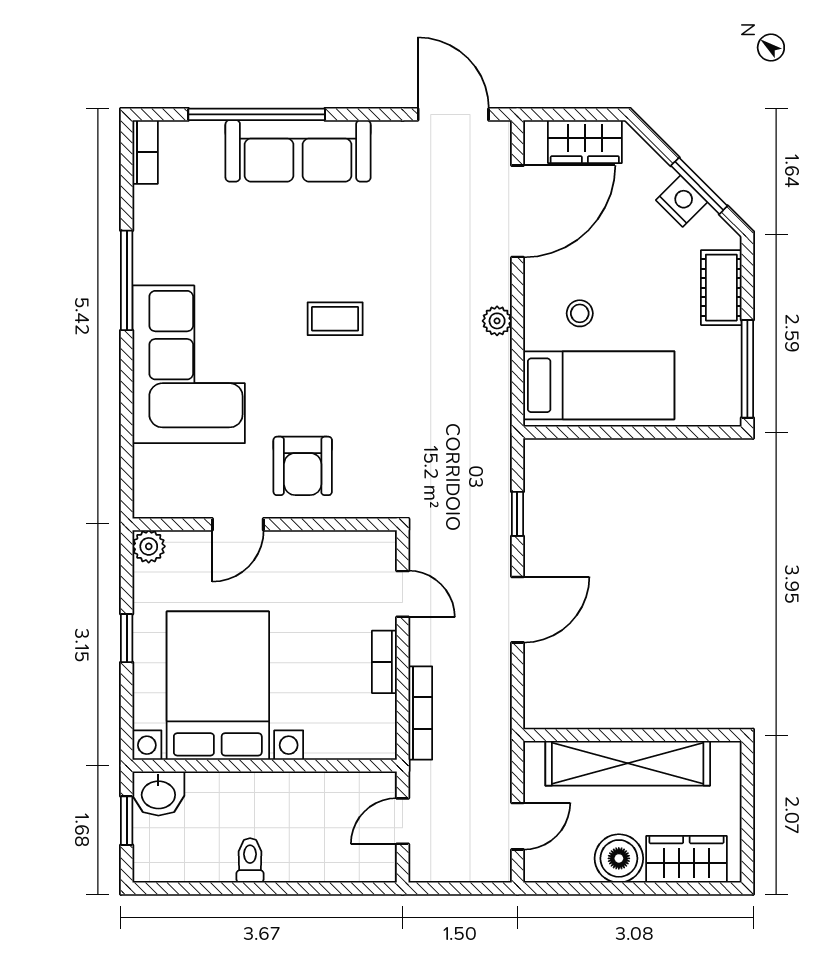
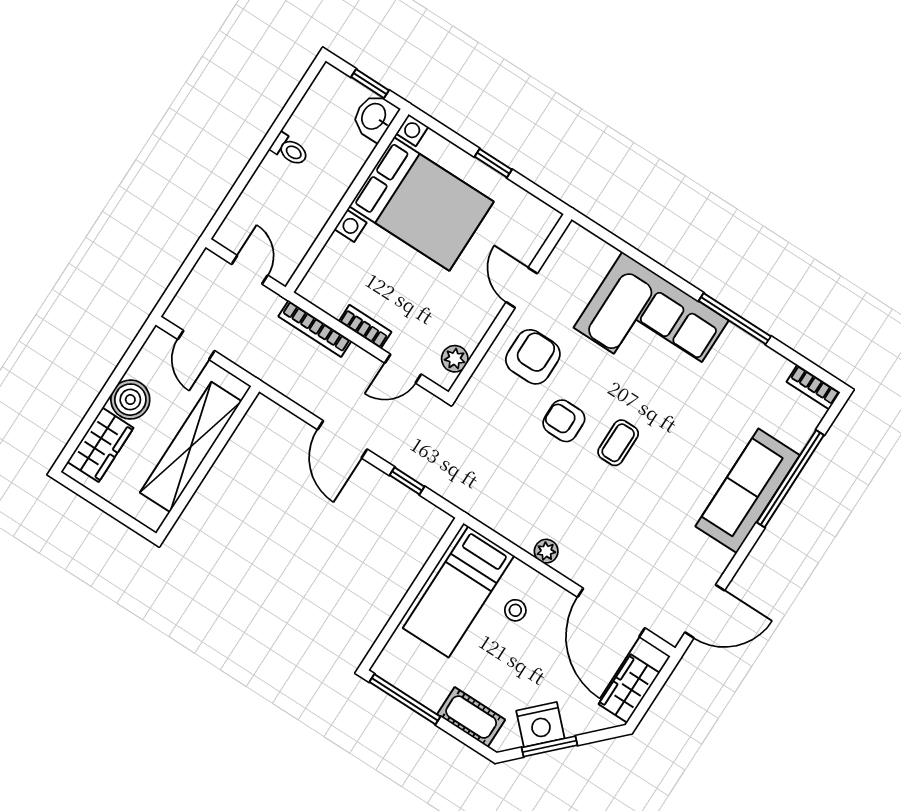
nightstand: (682, 201) -> (540, 725), width x1.36, depth x1.33
armchair: (349, 390) -> (564, 421), added
armchair: (303, 466) -> (533, 357), turned 90
plant: (149, 546) -> (455, 359), moved

